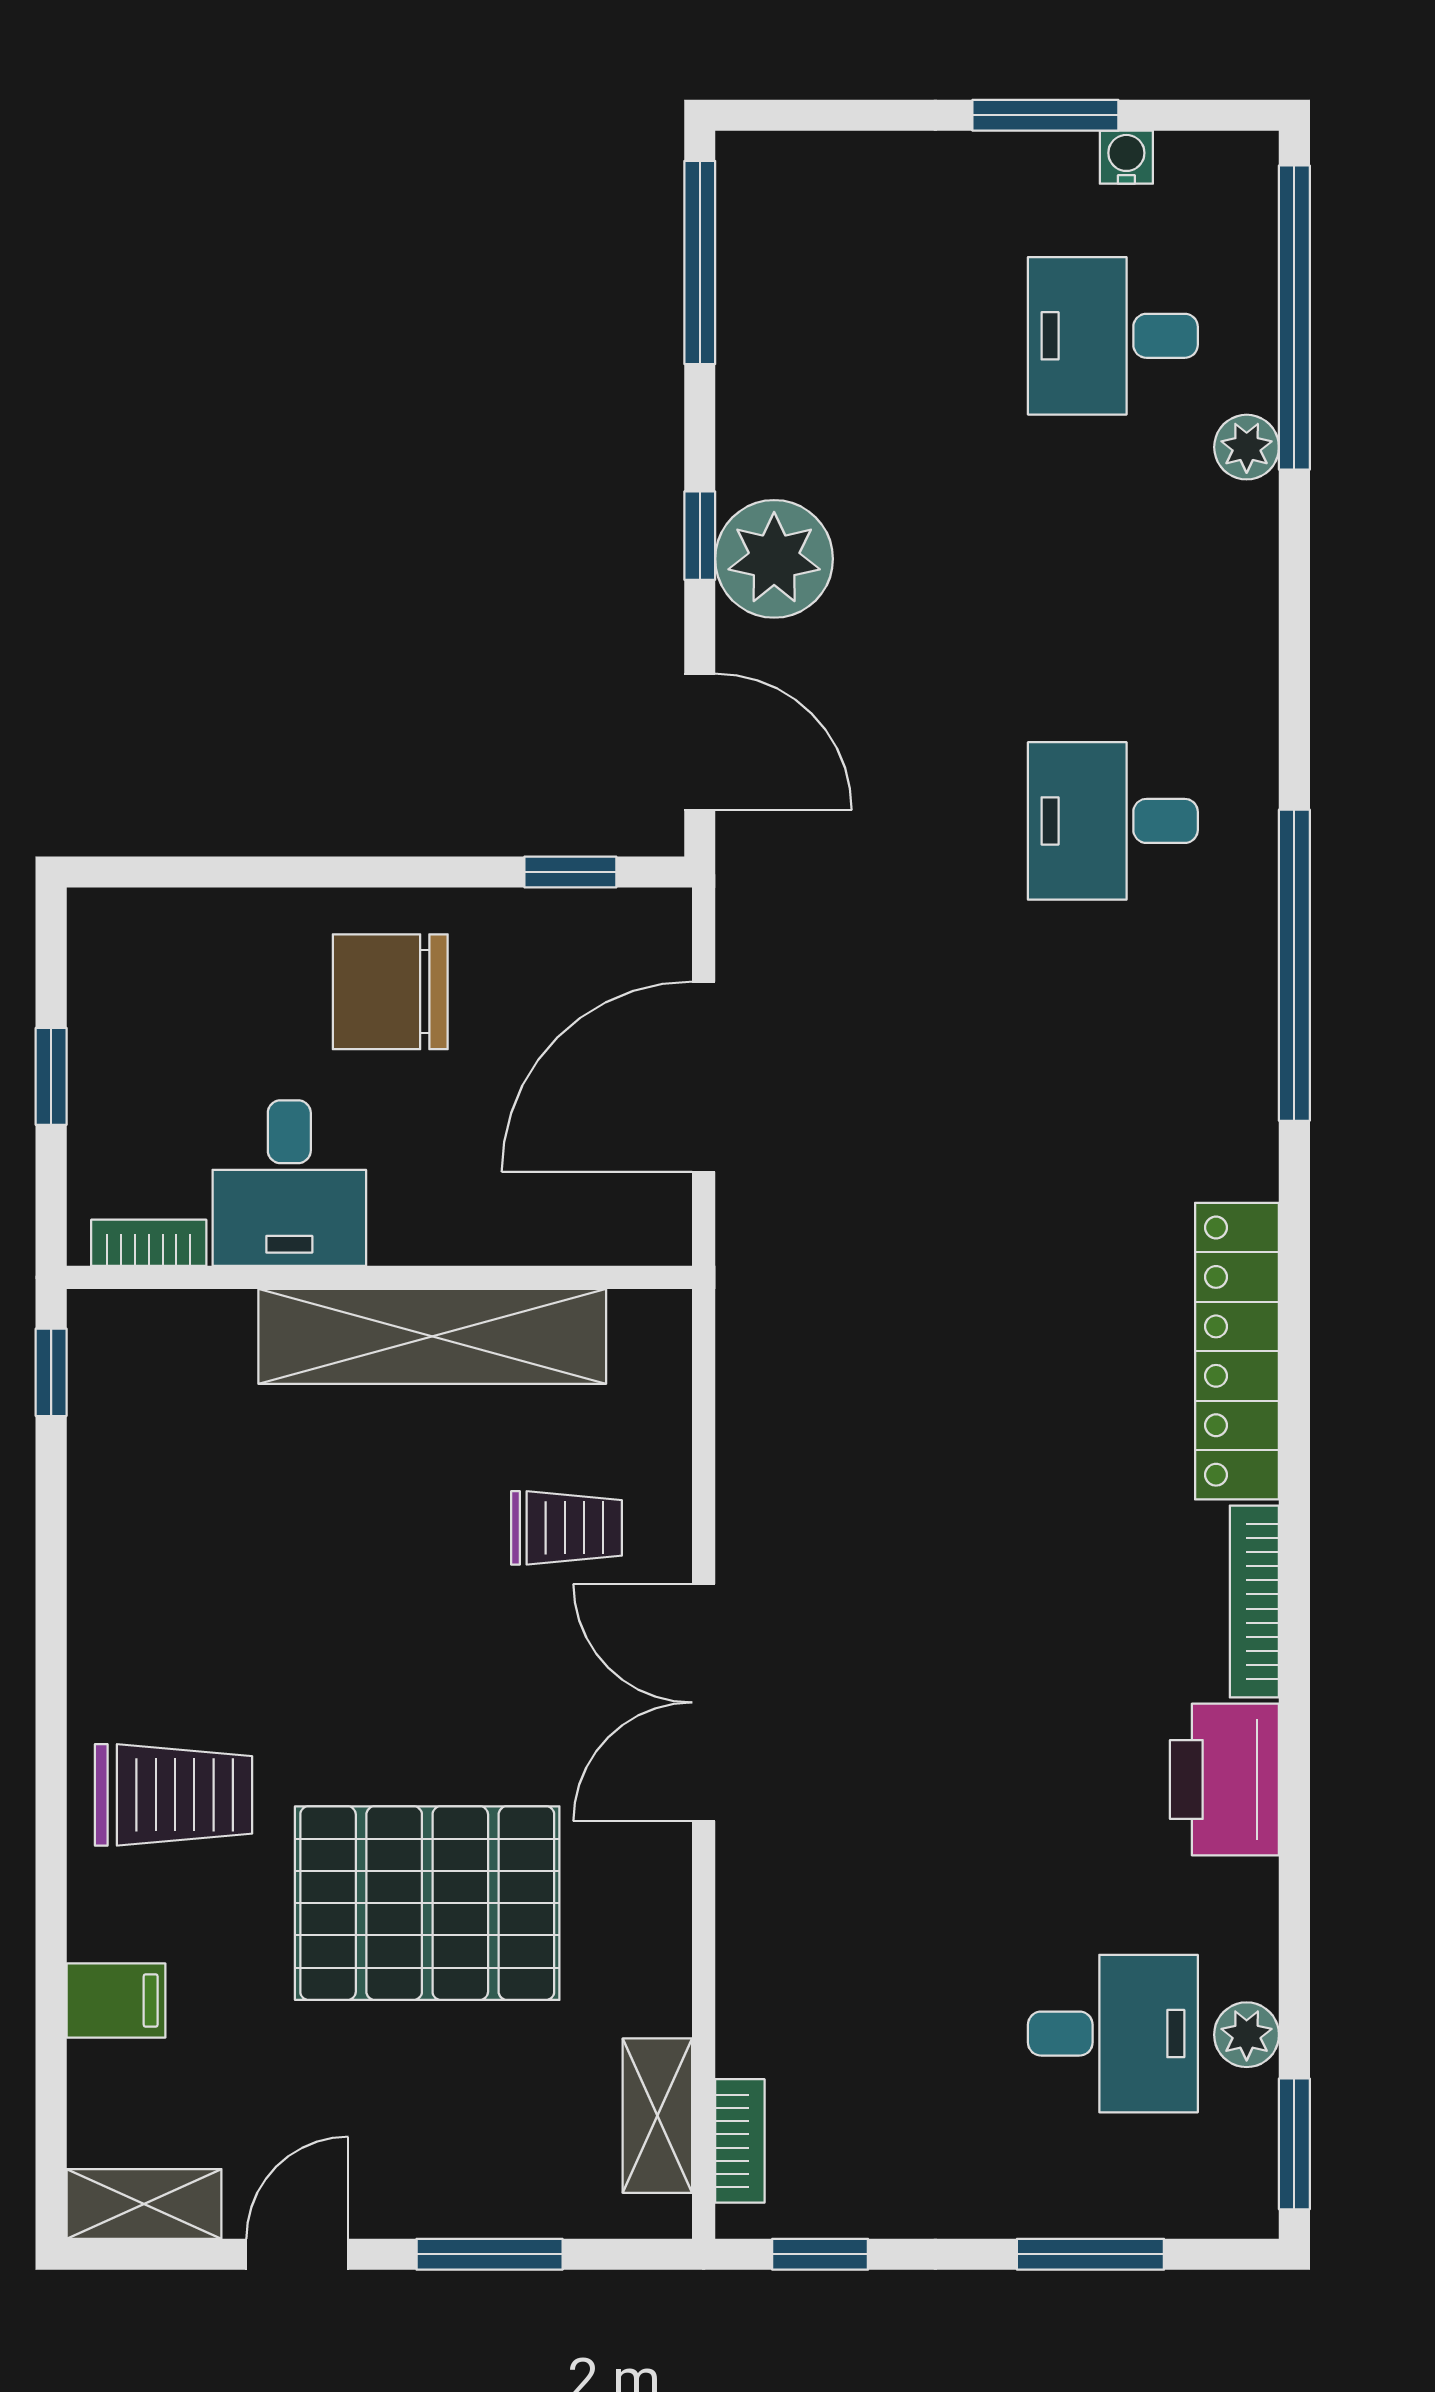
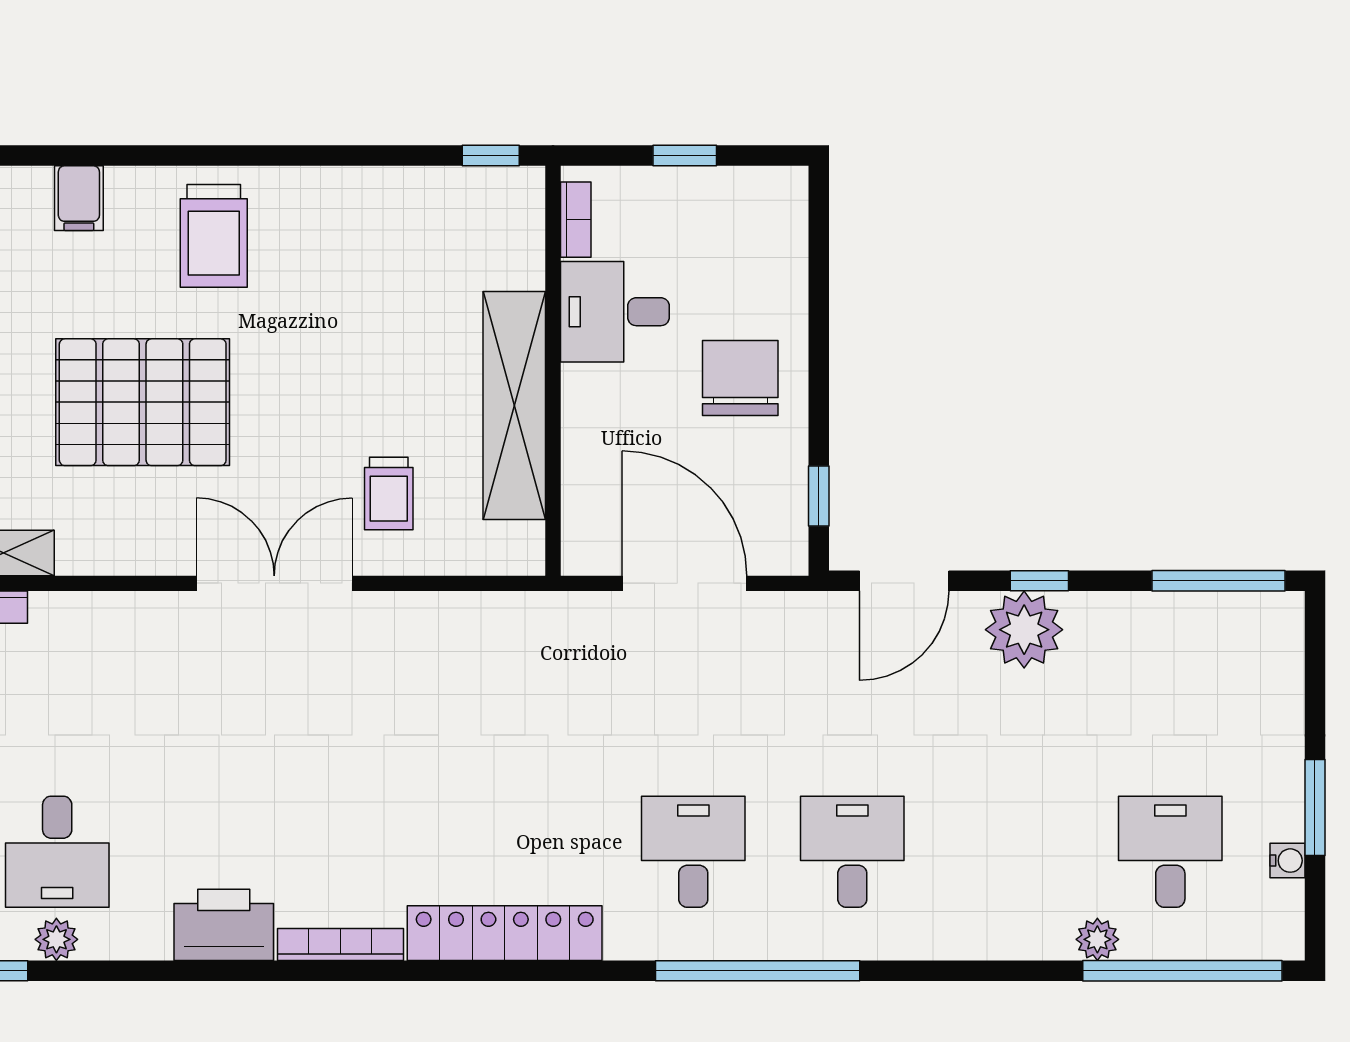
desk: (1113, 1063) -> (693, 852), added
pallet: (427, 1903) -> (143, 402), turned 90

